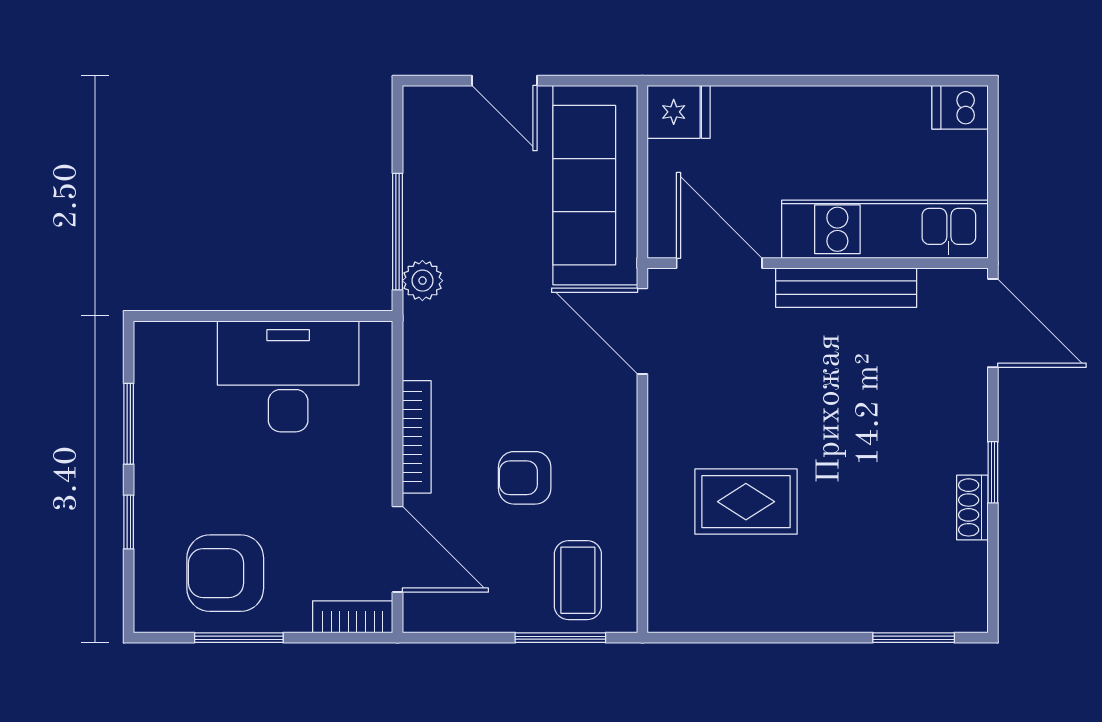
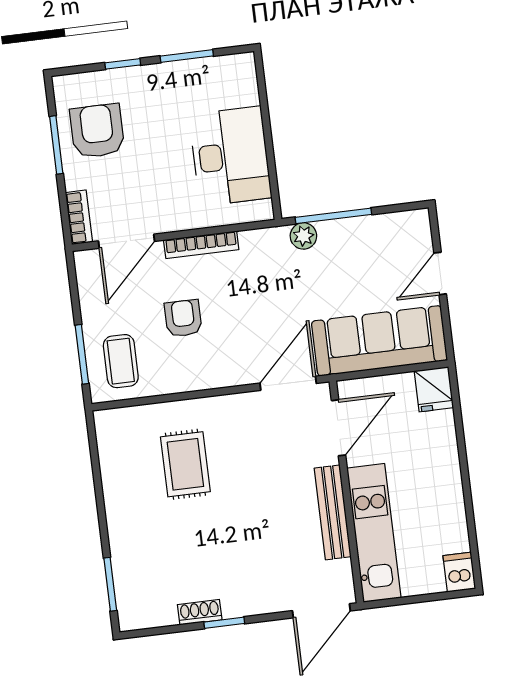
coffee table: (578, 580) -> (121, 361), turned 90

